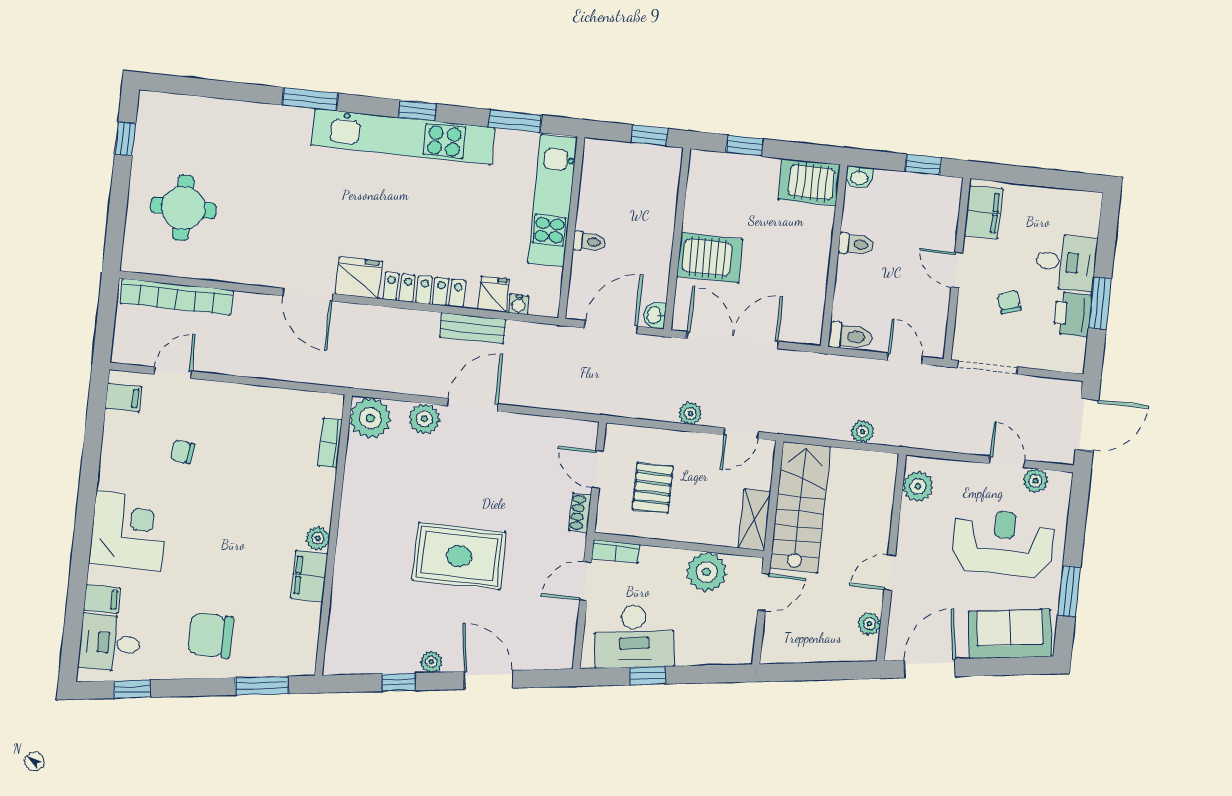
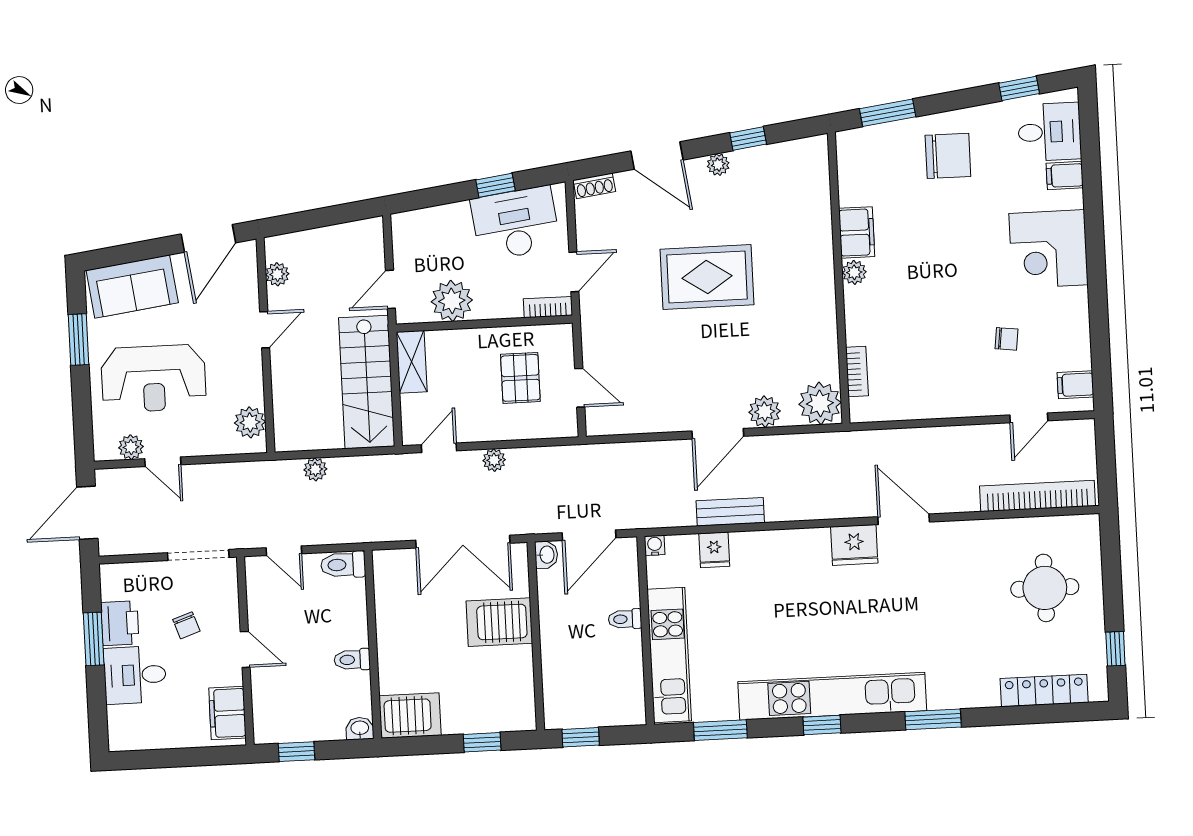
locker: (424, 290) -> (1044, 691), moved, turned 180
water cooler: (519, 304) -> (655, 545), moved
shoe rack: (580, 513) -> (594, 186), moved, turned 82

